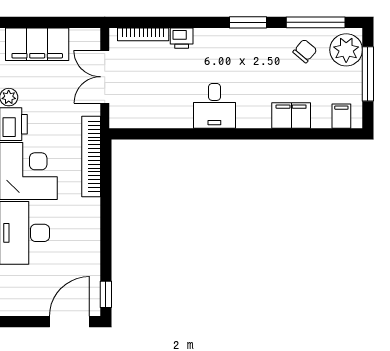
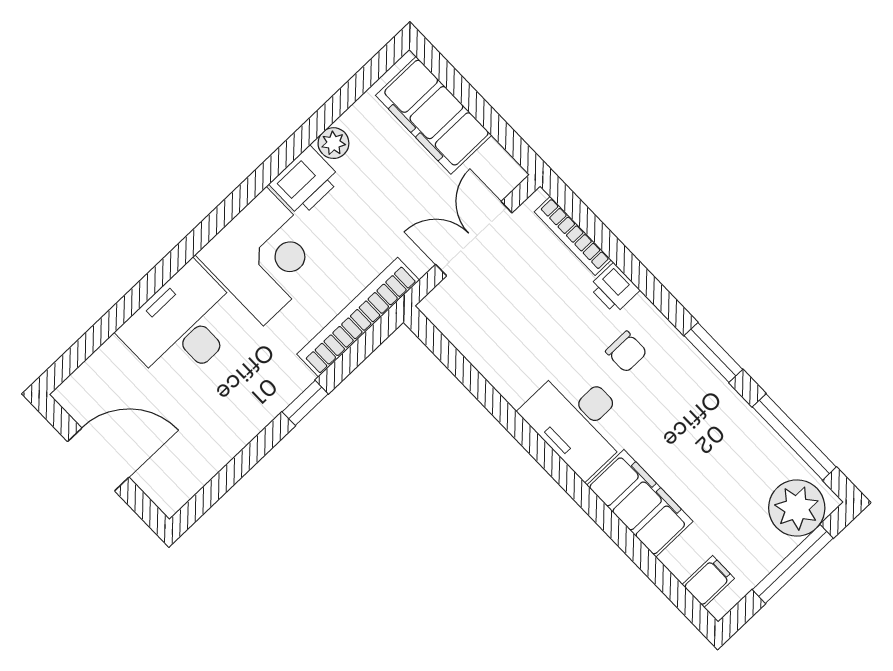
chair: (305, 51) -> (626, 352), moved, turned 50
desk: (214, 106) -> (578, 420), width x1.37
filing cabinet: (291, 116) -> (640, 503), width x1.50, depth x1.17
window: (106, 294) -> (305, 403), moved
door: (69, 322) -> (98, 459), moved

